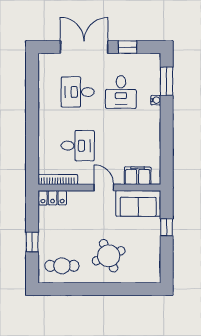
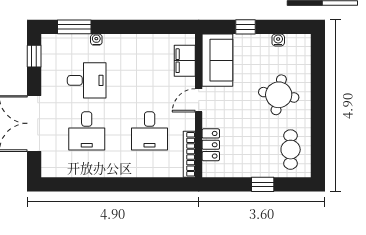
window: (128, 47) -> (34, 56), moved
desk: (78, 146) -> (150, 131), turned 180
locker: (53, 198) -> (211, 145), moved
water cooler: (155, 255) -> (278, 40), added
round table: (109, 256) -> (279, 95), turned 32

